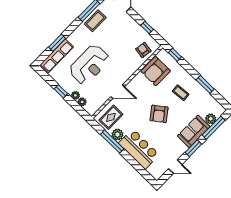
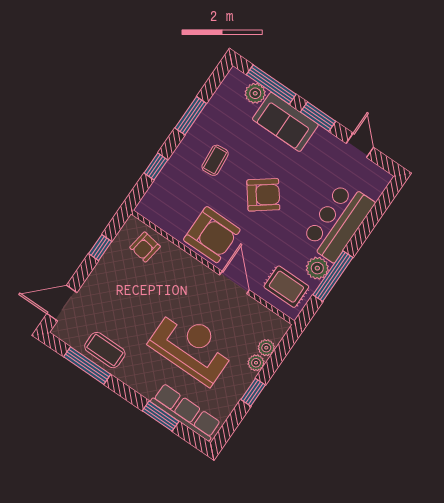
window: (175, 55) -> (156, 166), moved
armchair: (156, 71) -> (212, 235), moved

